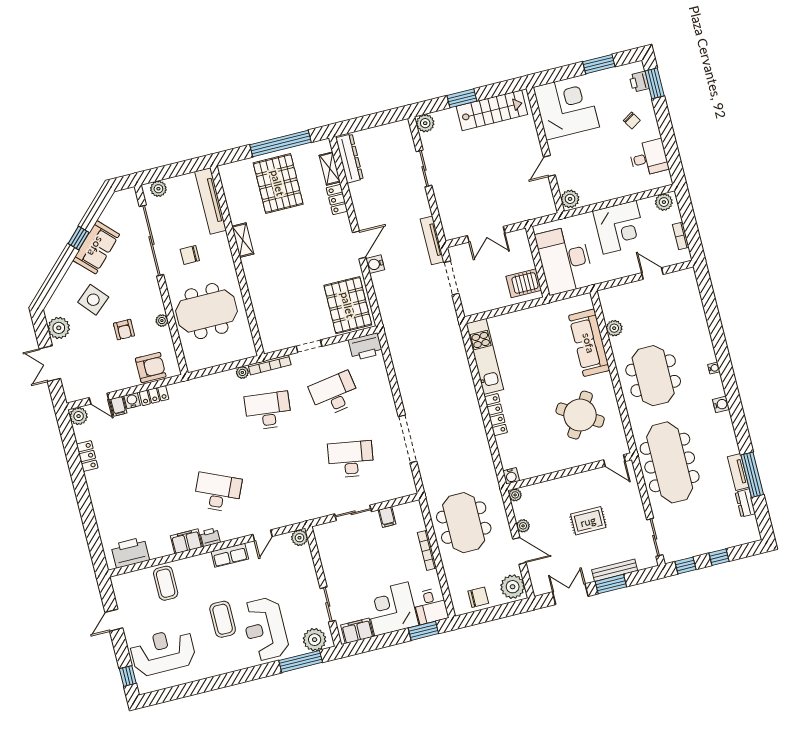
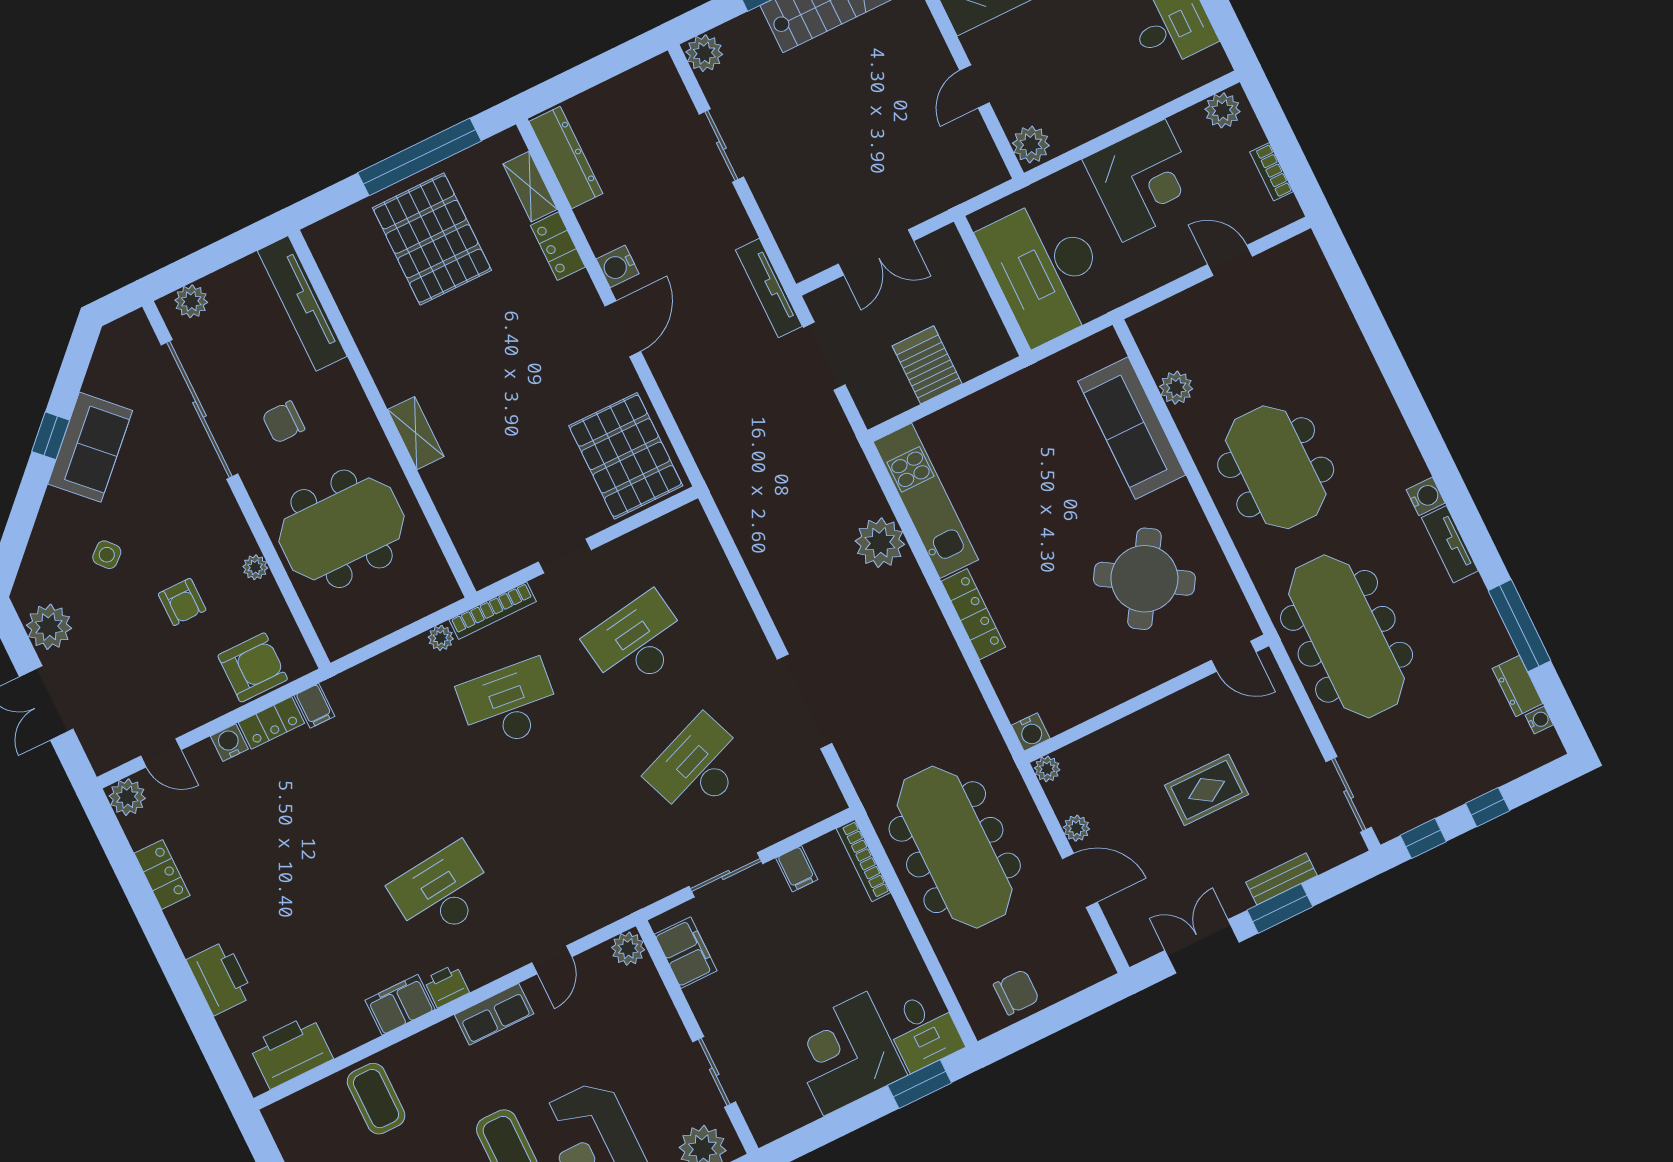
shelving: (243, 240) -> (416, 433), moved
water cooler: (375, 264) -> (618, 266), moved
server rack: (524, 283) -> (927, 365), moved, turned 90
side table: (93, 300) -> (107, 555), width x0.54, depth x0.54
printer: (366, 347) -> (220, 978), moved, turned -90
water cooler: (714, 368) -> (1539, 720), moved
filing cabinet: (118, 406) -> (314, 706), moved
desk: (351, 459) -> (698, 767), turned -30
tv unit: (738, 472) -> (1450, 544), moved
desk: (218, 492) -> (442, 892), turned -30
meeting table: (464, 523) -> (955, 847), width x1.36
bookcase: (427, 550) -> (863, 861), moved
bench: (615, 570) -> (1281, 879), width x0.73
plant: (513, 587) -> (880, 543), moved
filing cabinet: (357, 631) -> (686, 953), moved, turned 90

